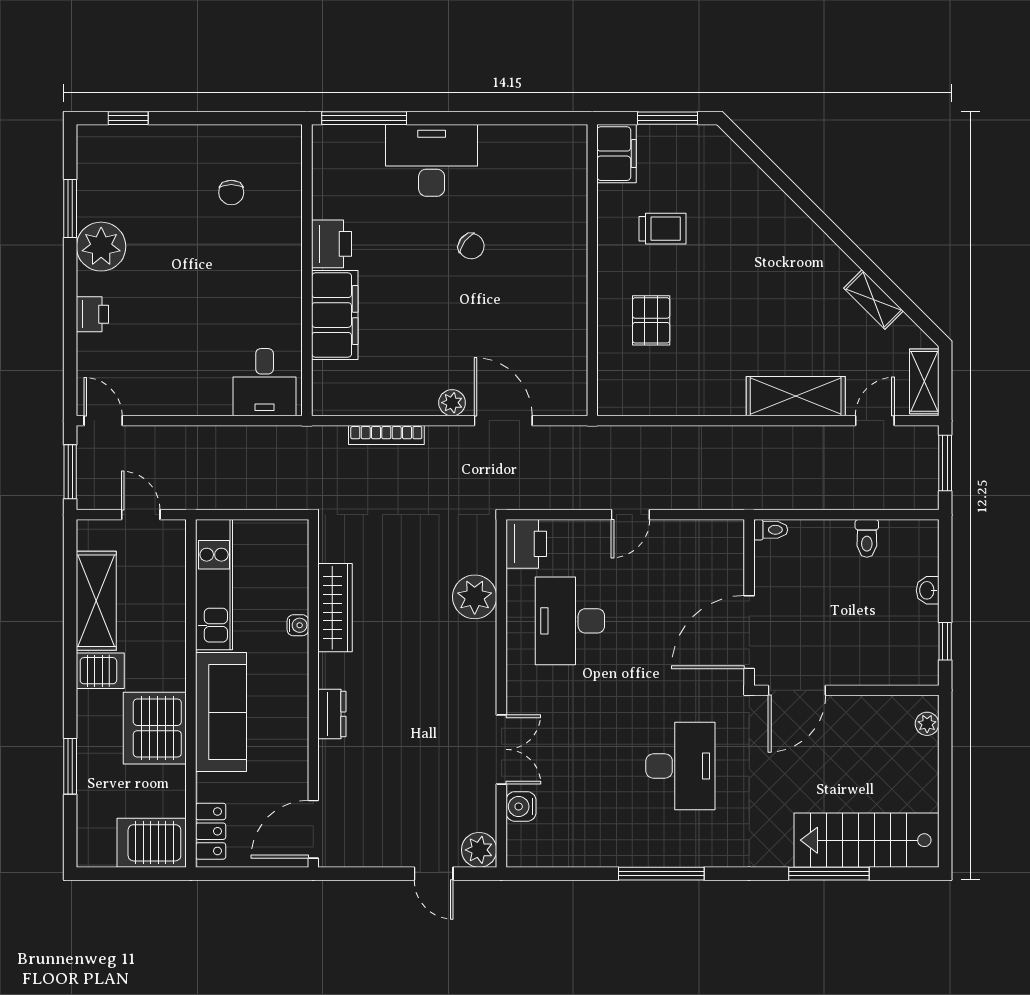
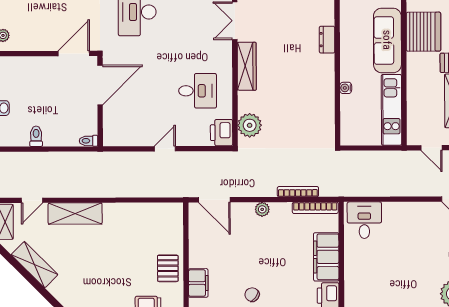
filing cabinet: (570, 268) -> (198, 283), added
shelving: (874, 300) -> (35, 265), width x1.50, depth x1.33
pallet: (651, 320) -> (168, 268), moved
bookcase: (355, 405) -> (315, 208), added
door: (503, 421) -> (214, 200), moved
plant: (475, 597) -> (250, 125), moved
wardrobe: (335, 608) -> (247, 66), moved, turned 180
desk: (570, 621) -> (198, 91), width x0.73

